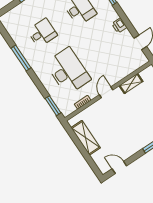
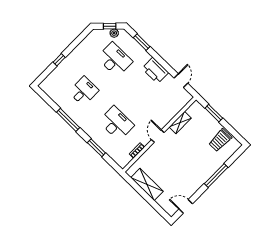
printer: (119, 25) -> (155, 70), width x1.87, depth x1.48
desk: (68, 71) -> (116, 123), width x0.73, depth x0.77
window: (53, 106) -> (96, 148), moved

